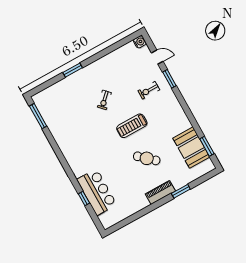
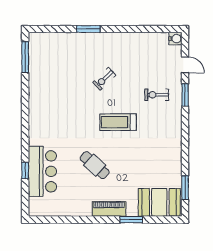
booth: (191, 148) -> (159, 202), moved, turned 90
cafe table: (147, 158) -> (95, 165), moved

